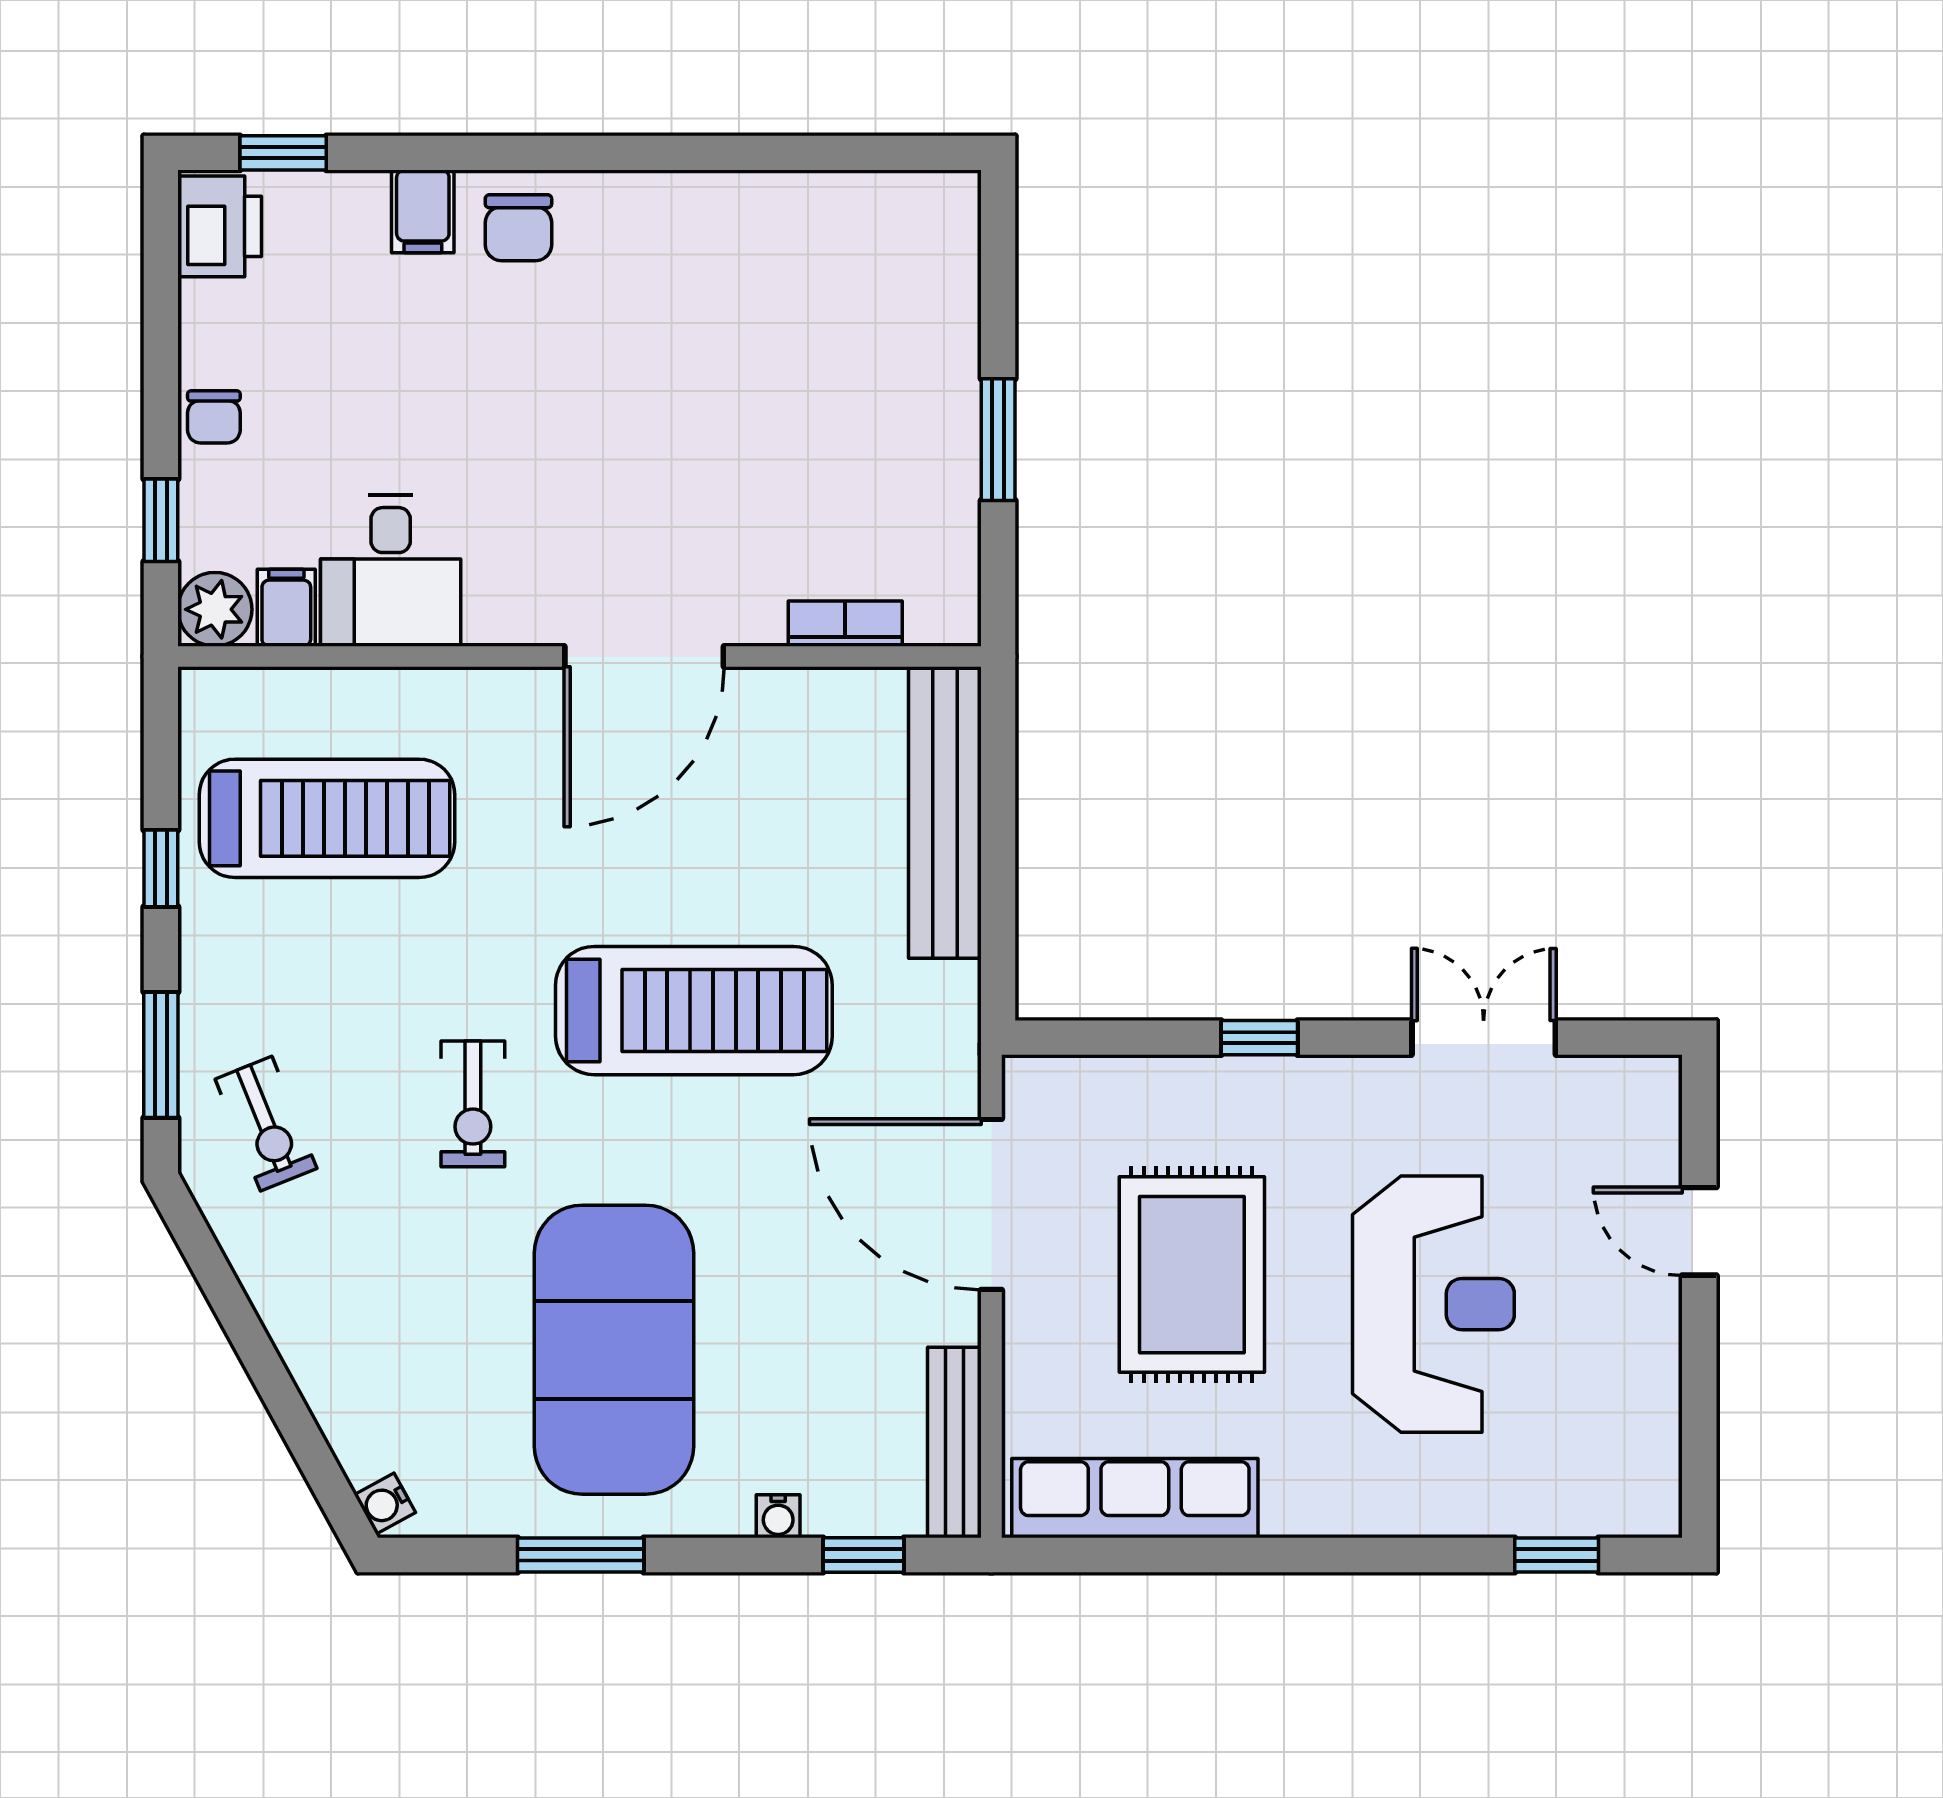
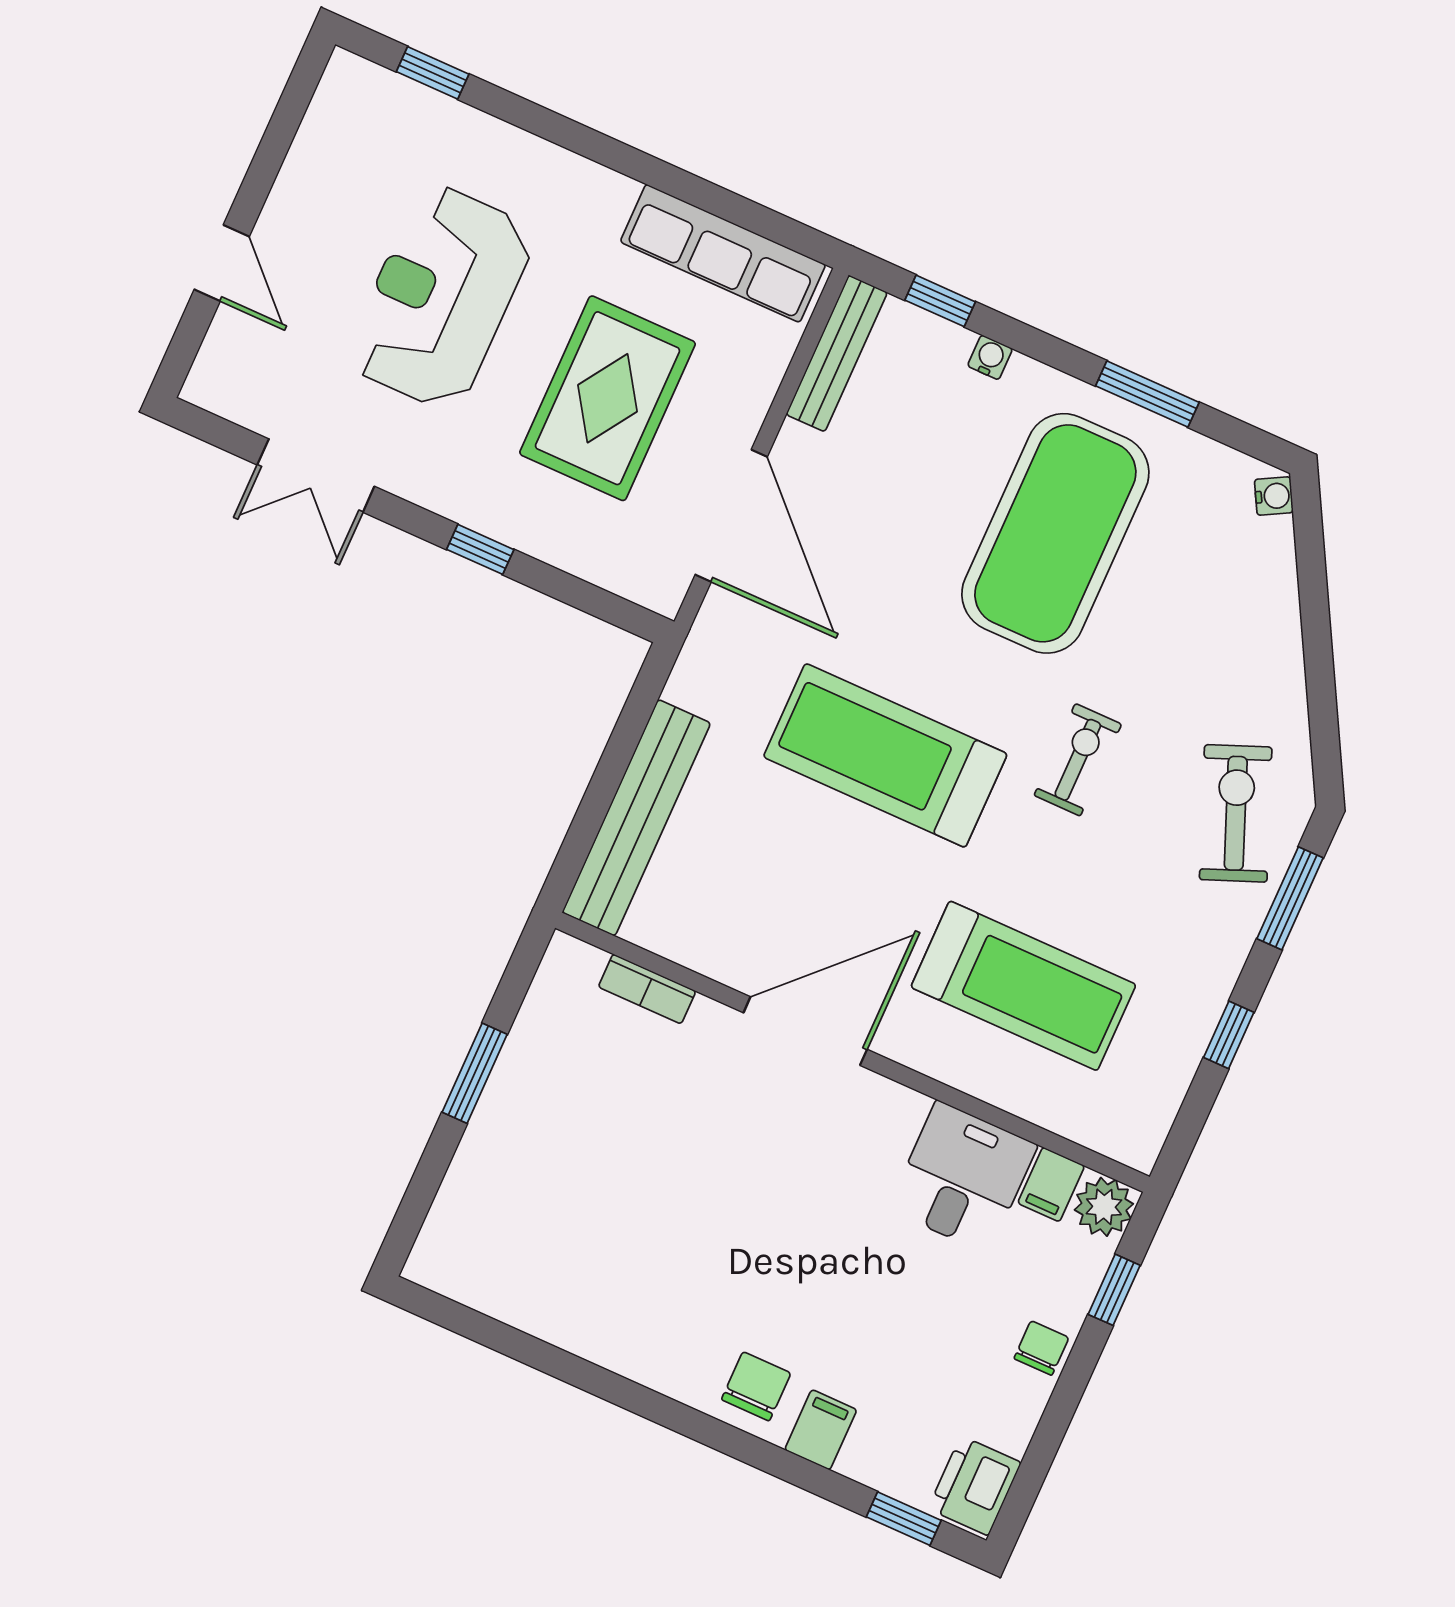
treadmill: (327, 818) -> (1023, 986), moved, turned 180
exercise bike: (266, 1124) -> (1236, 813), width x1.38, depth x1.39

